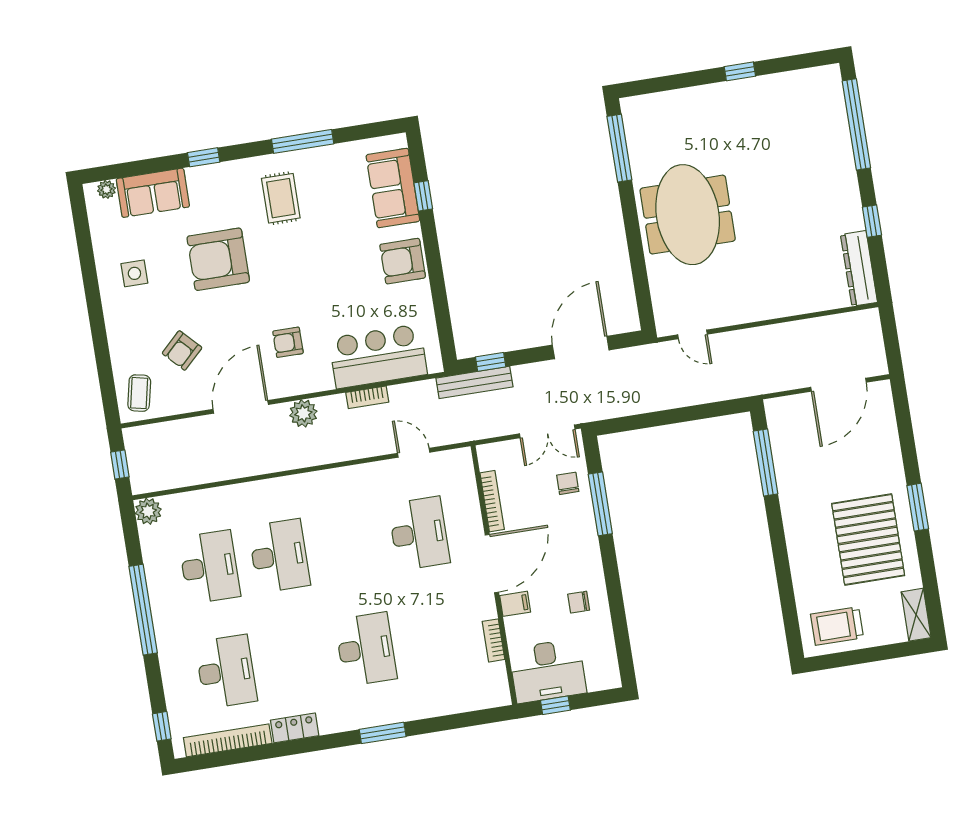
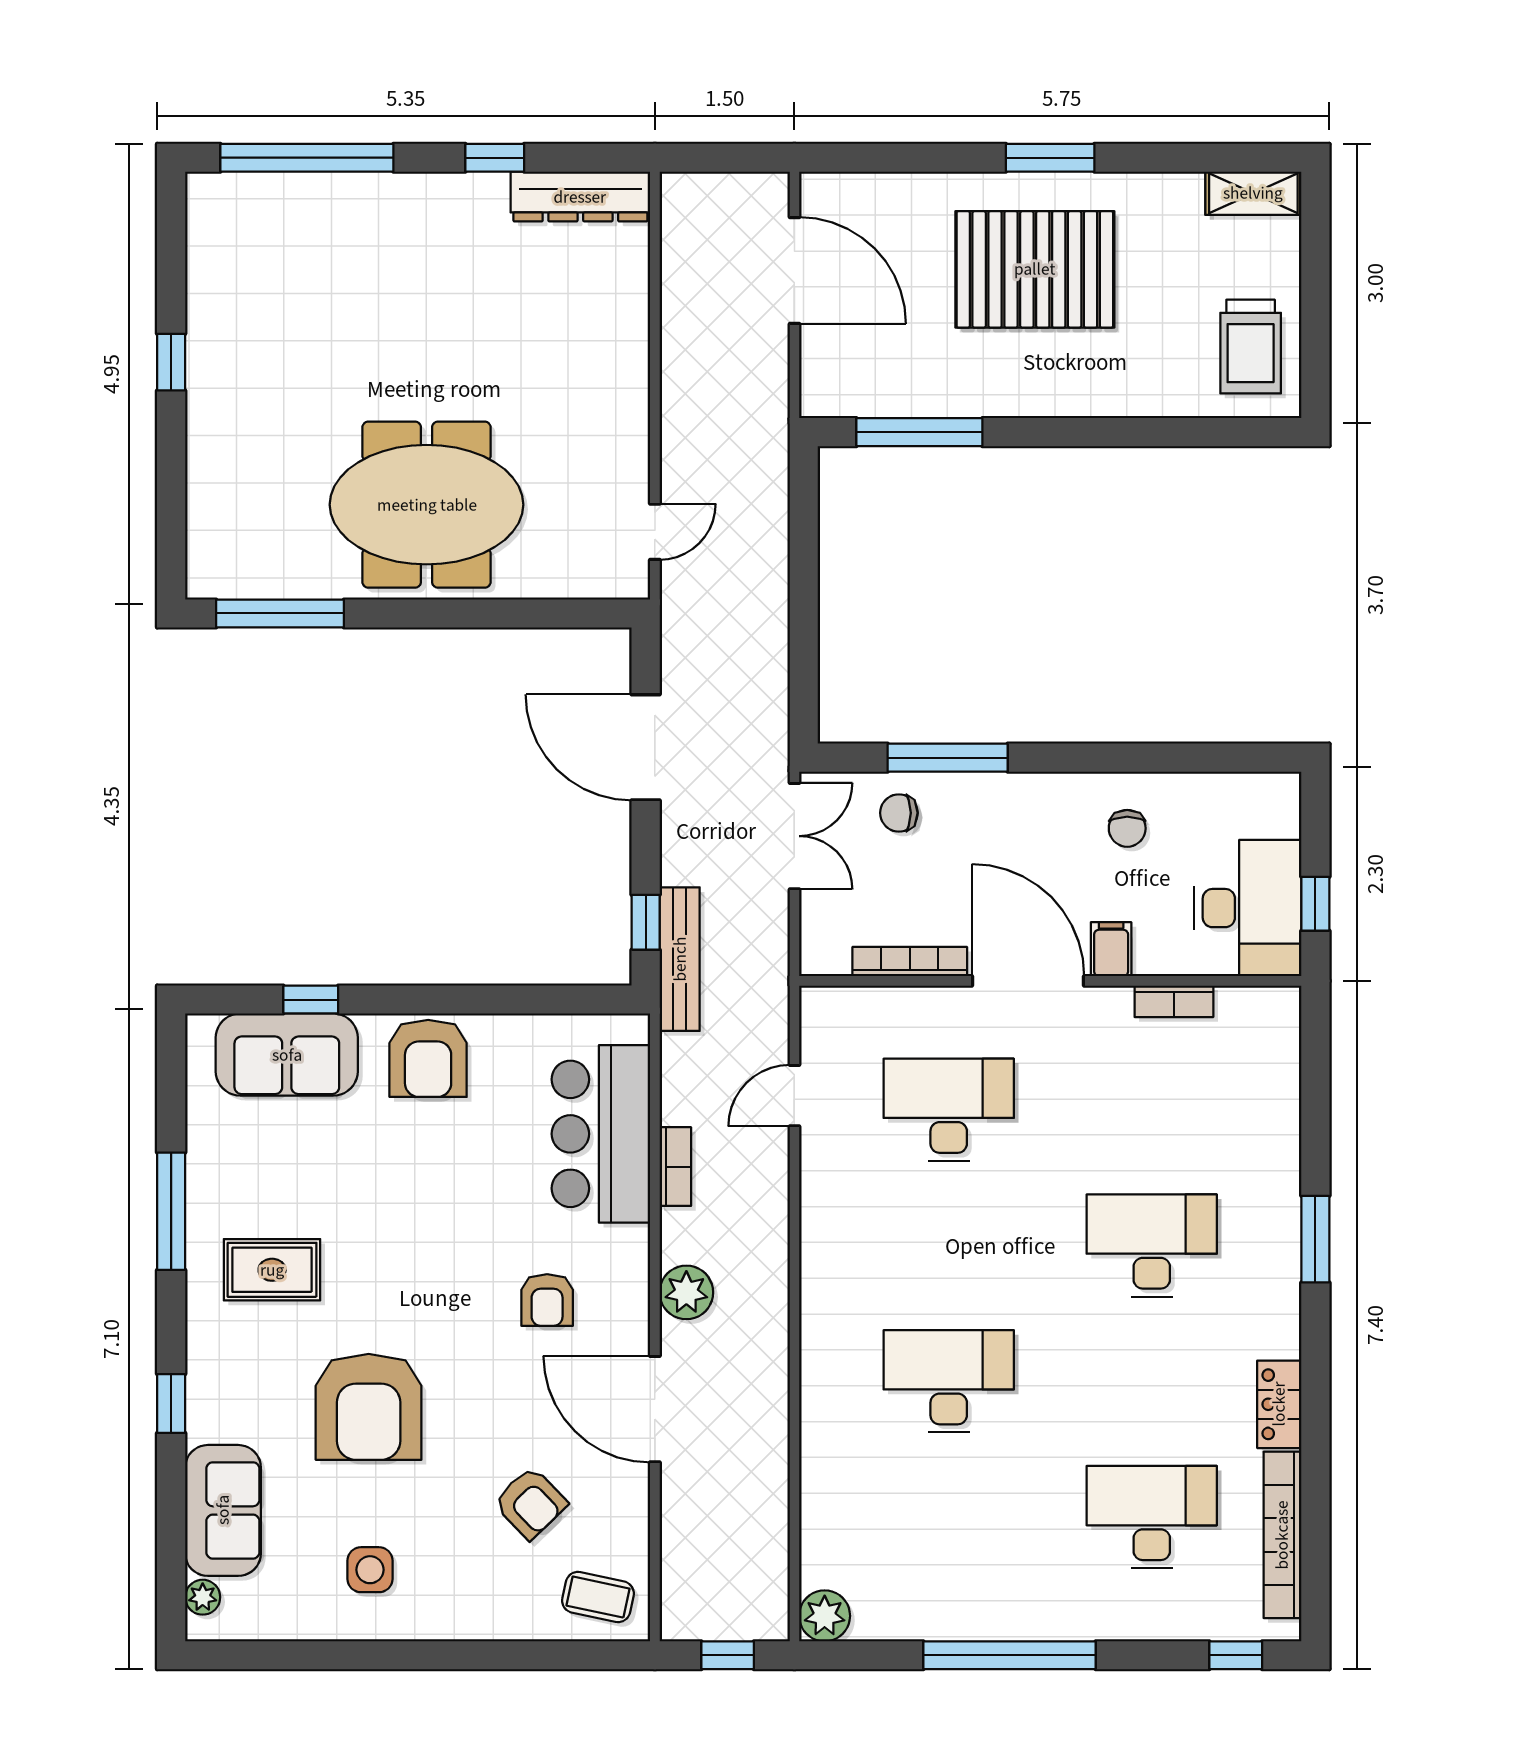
pallet: (868, 539) -> (1035, 269), moved
desk: (209, 567) -> (949, 1517), removed

